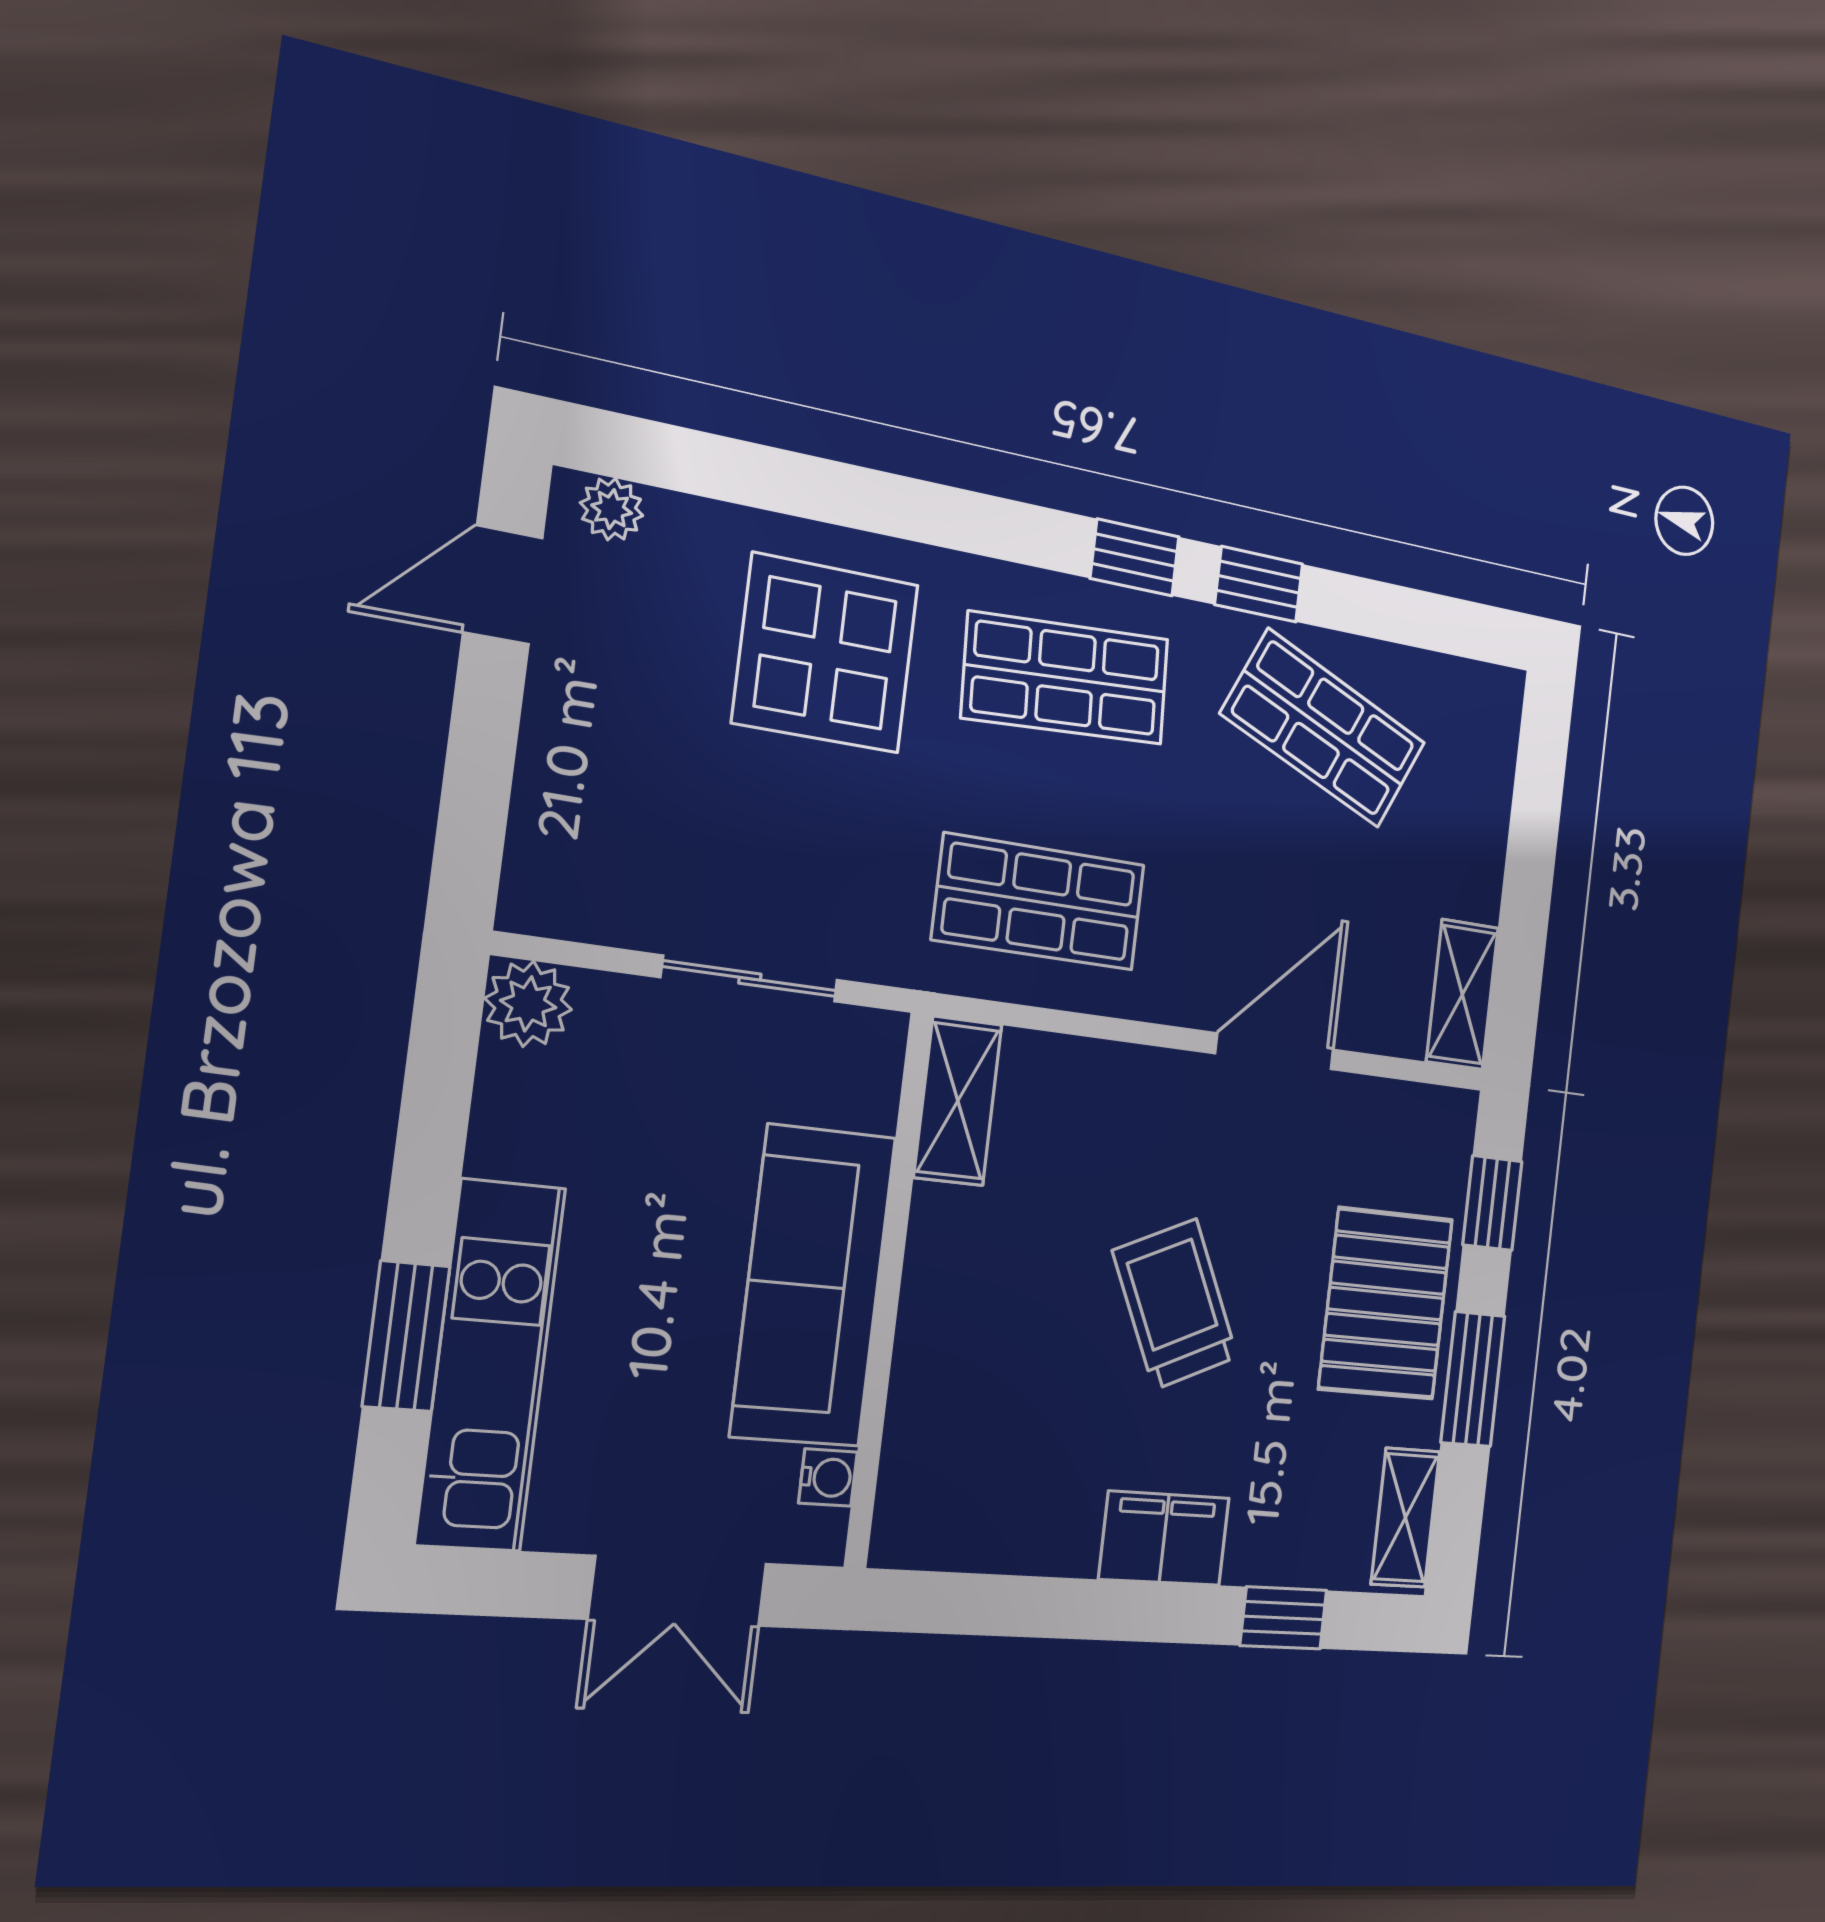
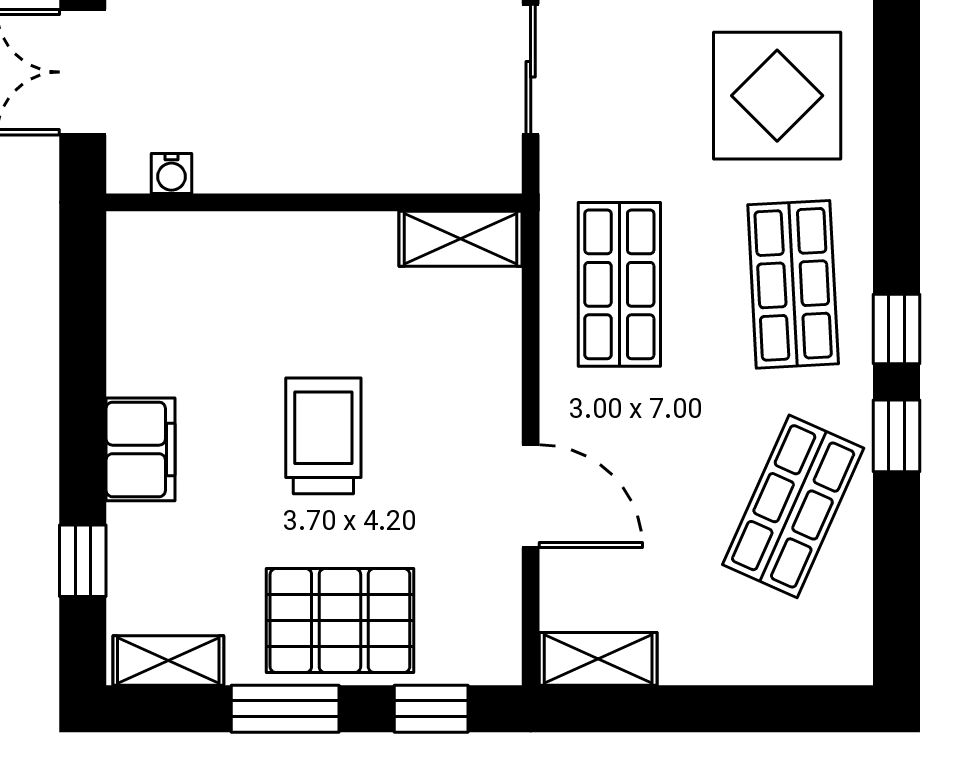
sofa: (813, 1286) -> (312, 145), removed
trolley: (1175, 1304) -> (323, 436), turned -65

